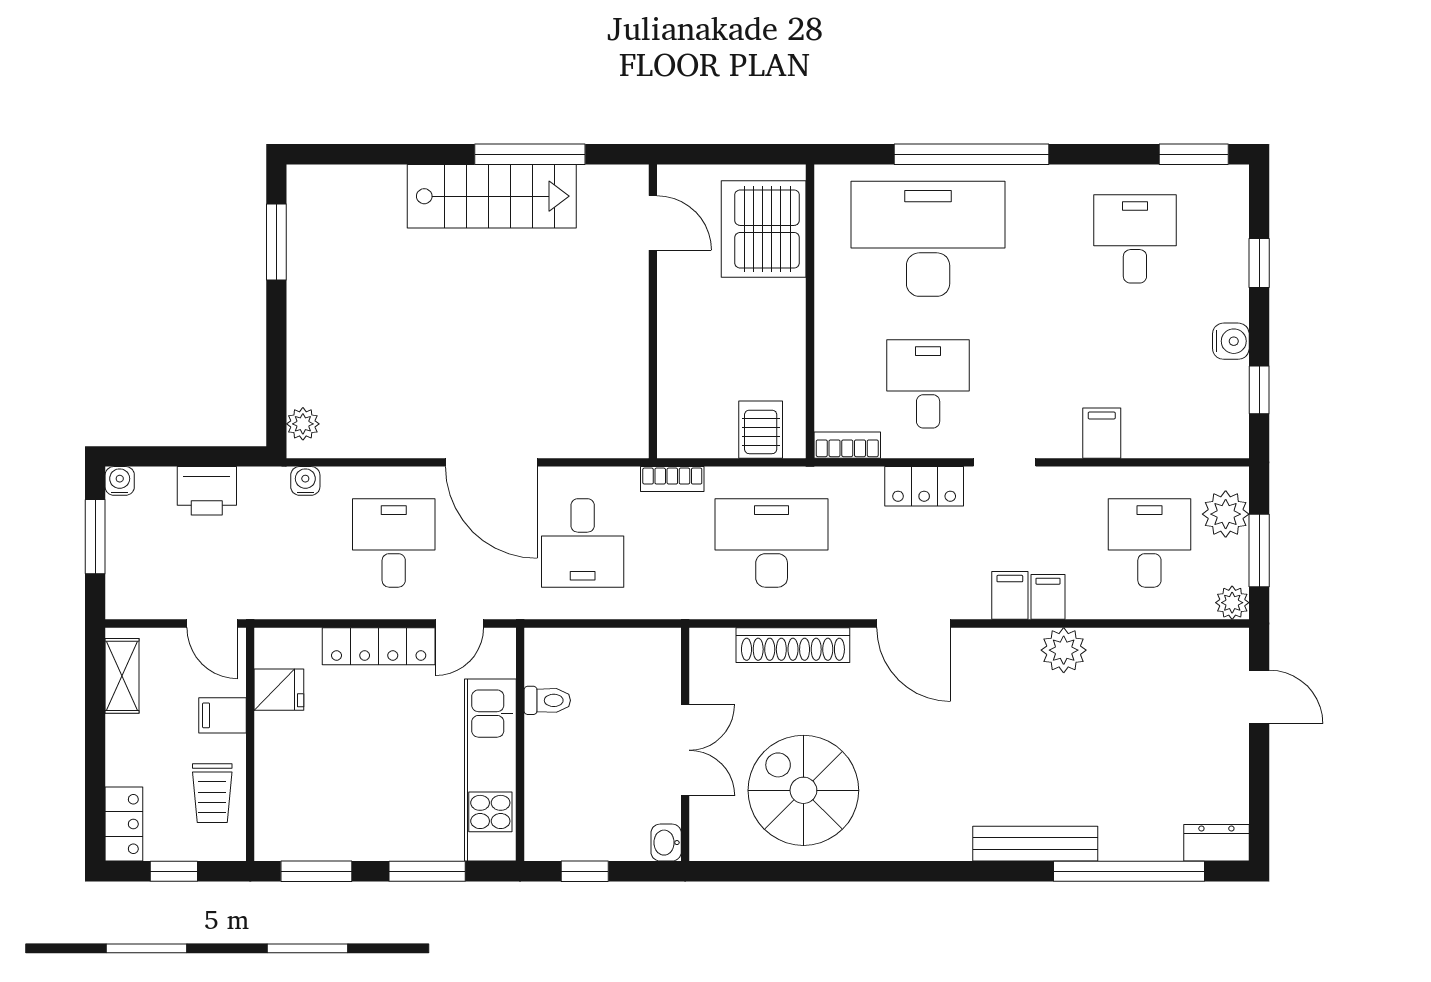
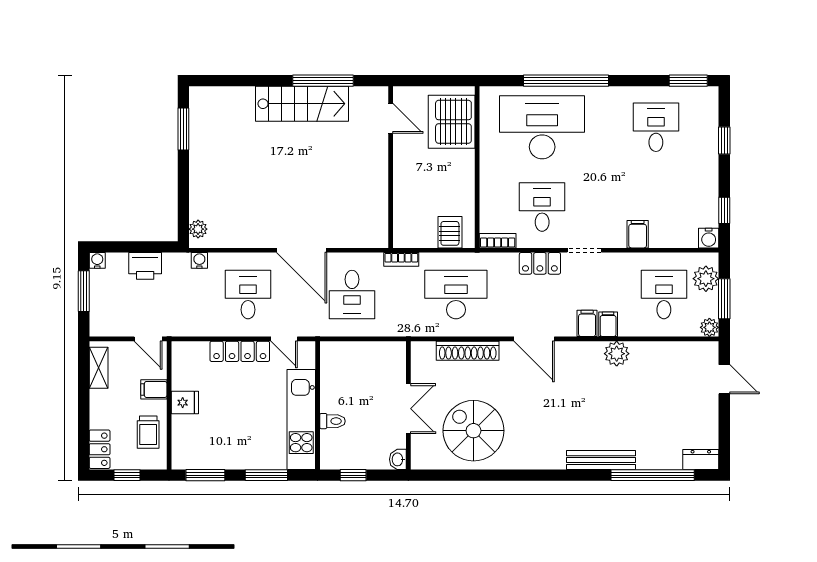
water cooler: (1231, 341) -> (709, 238), moved, turned 90
door: (459, 624) -> (284, 339), hinge flipped
fridge: (279, 690) -> (185, 403), moved
toilet: (547, 700) -> (333, 421), moved

